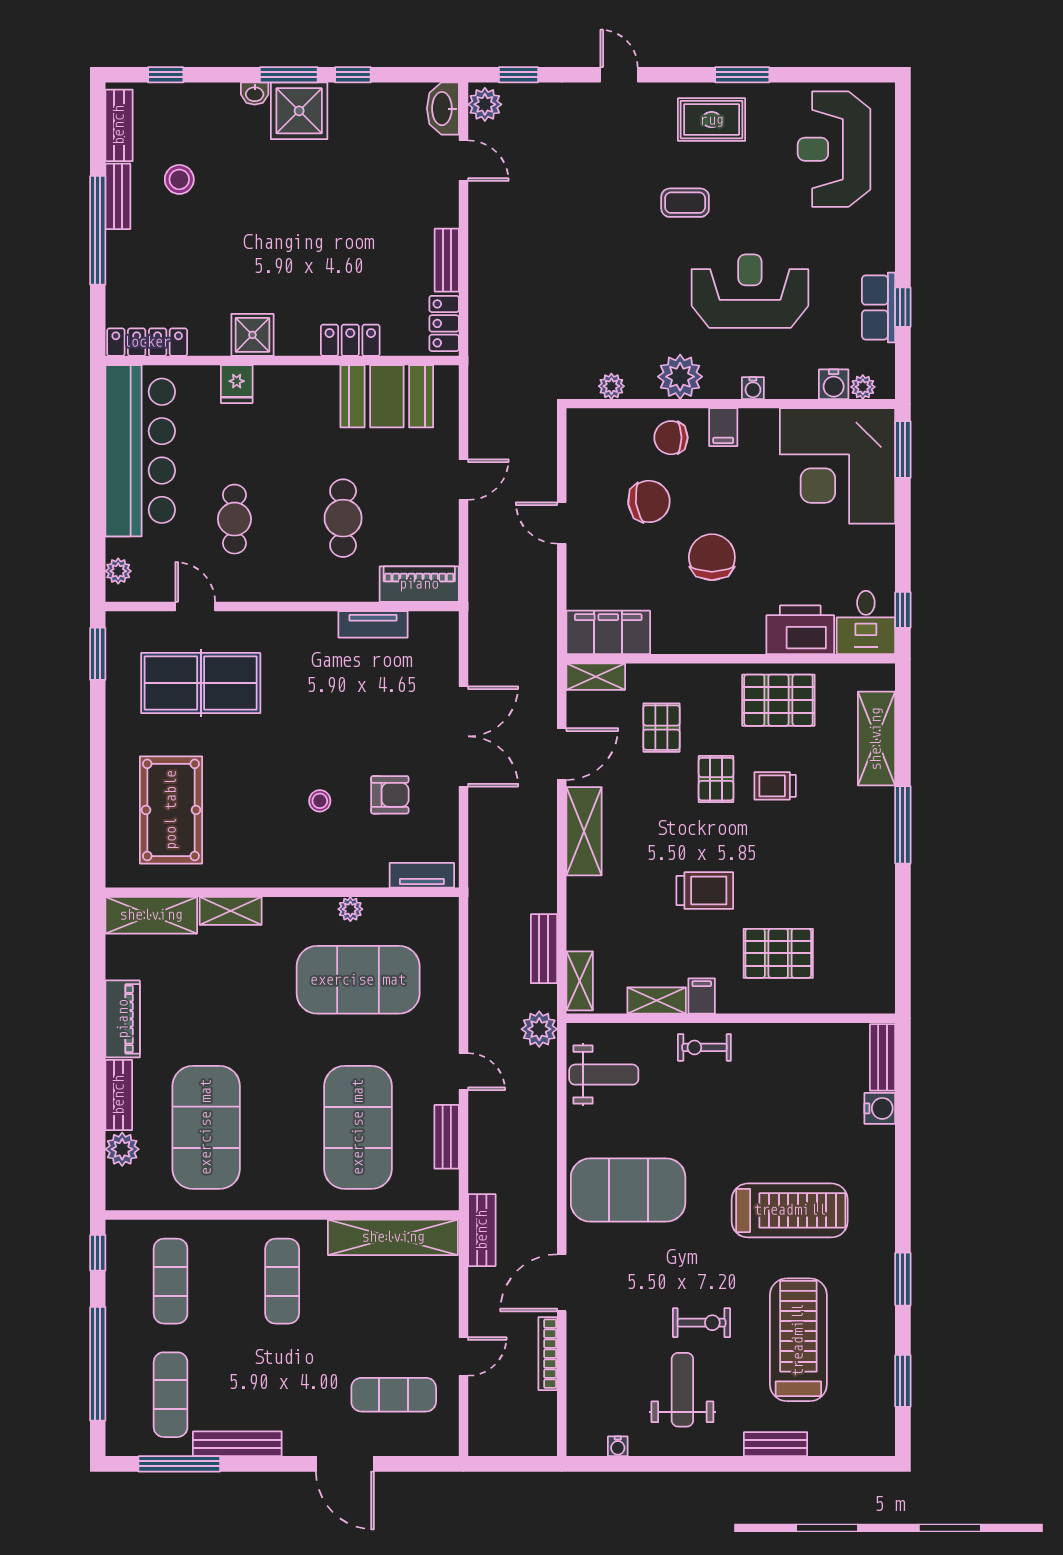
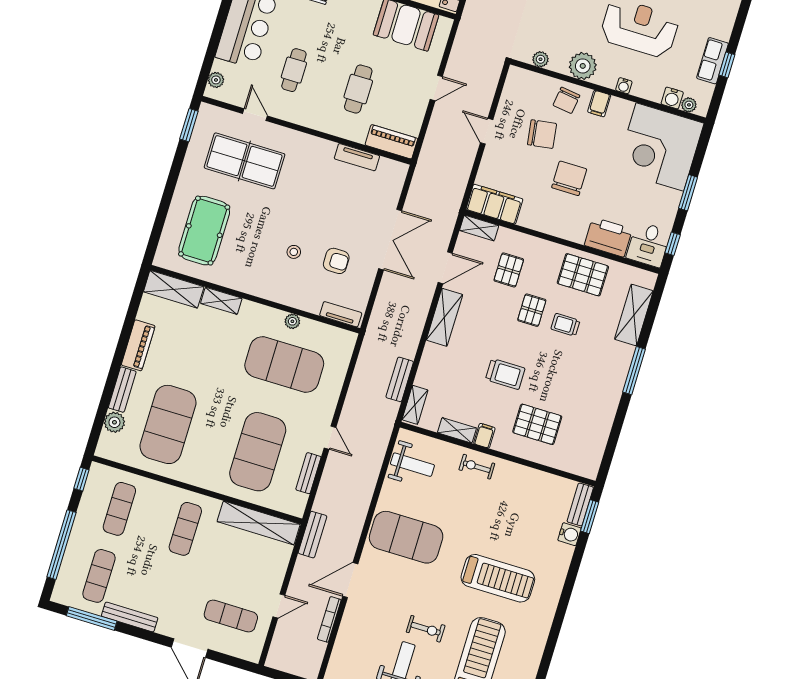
chair: (671, 438) -> (566, 100), turned -82
window: (903, 450) -> (688, 193), moved
plant: (539, 1029) -> (382, 426), removed
window: (903, 1279) -> (590, 517), moved

